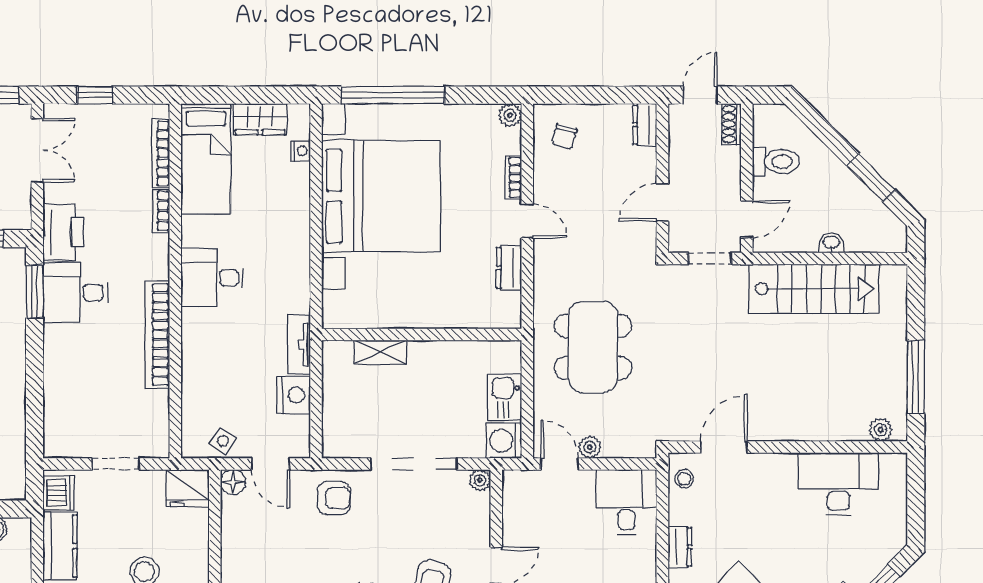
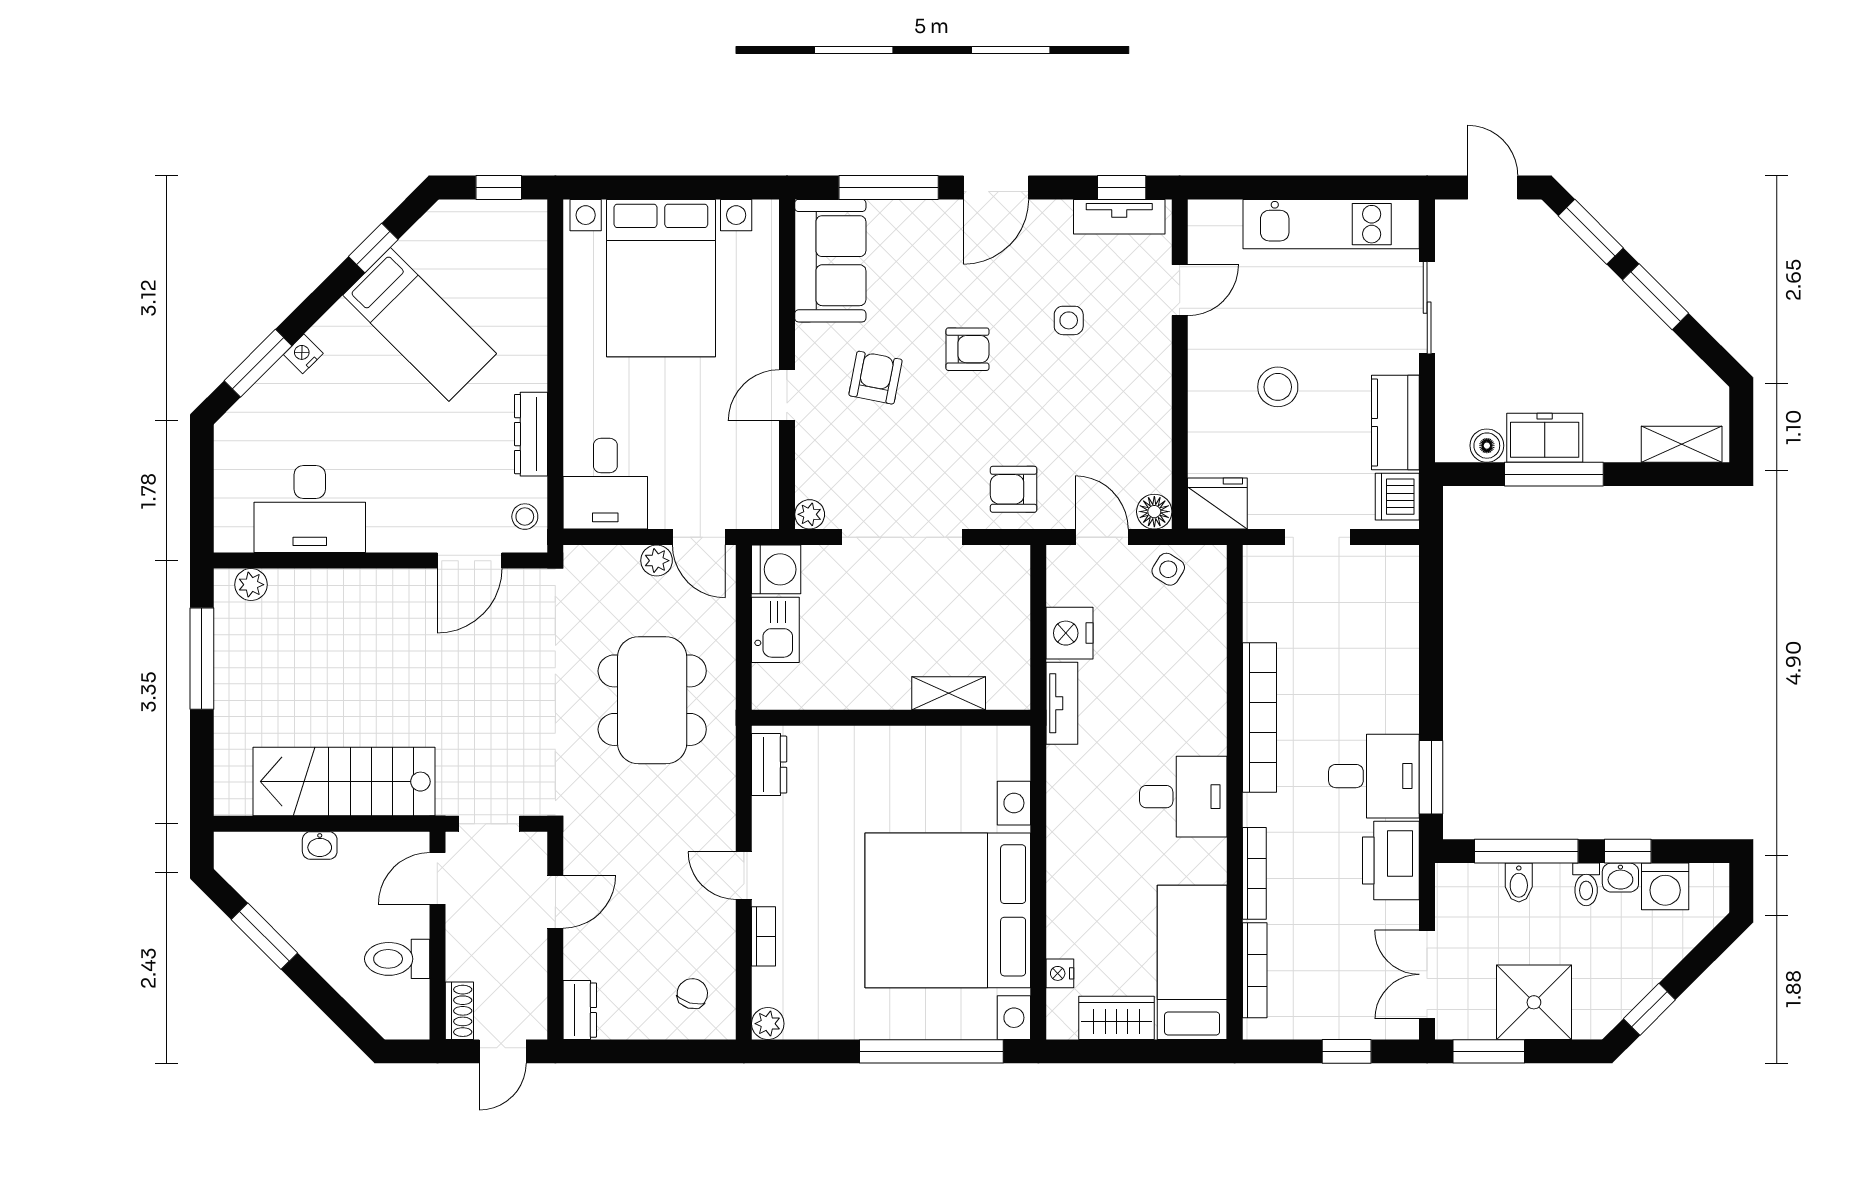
bookcase: (161, 211) -> (1254, 873), width x1.56
dresser: (509, 268) -> (769, 765), moved
dresser: (680, 547) -> (531, 434), width x1.44

